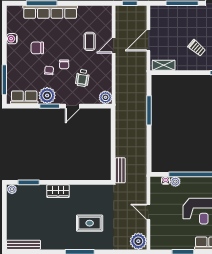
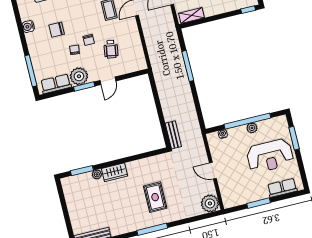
plant: (105, 97) -> (140, 63), removed
plant: (175, 182) -> (252, 128), moved
plant: (12, 189) -> (97, 174), moved
rug: (90, 223) -> (155, 197), turned 90

